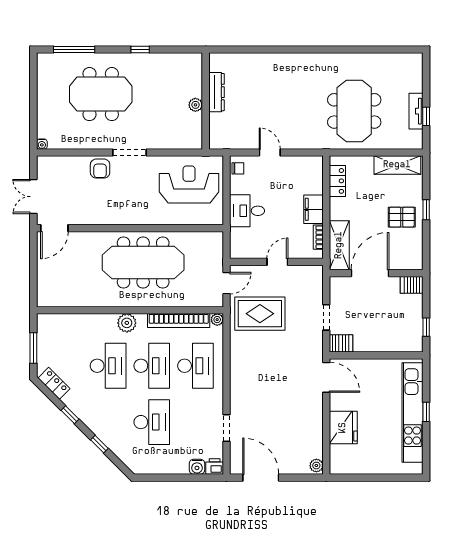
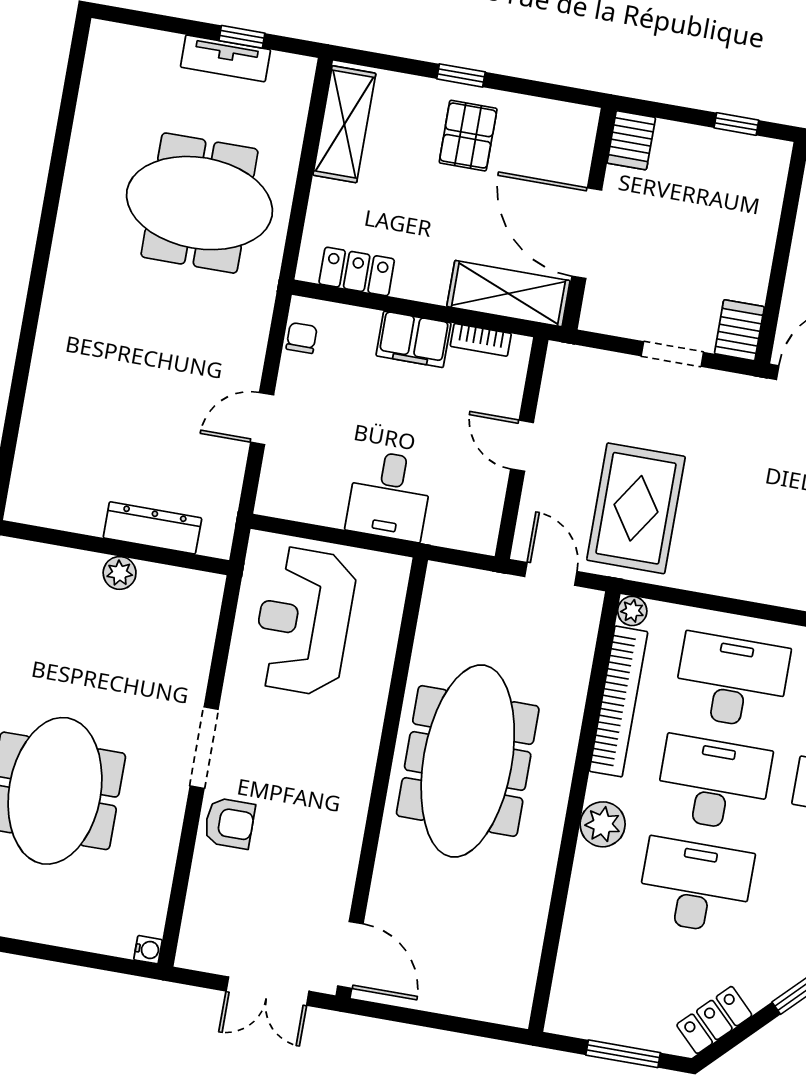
dresser: (217, 92) -> (152, 528), moved
chair: (238, 168) -> (302, 338), moved

